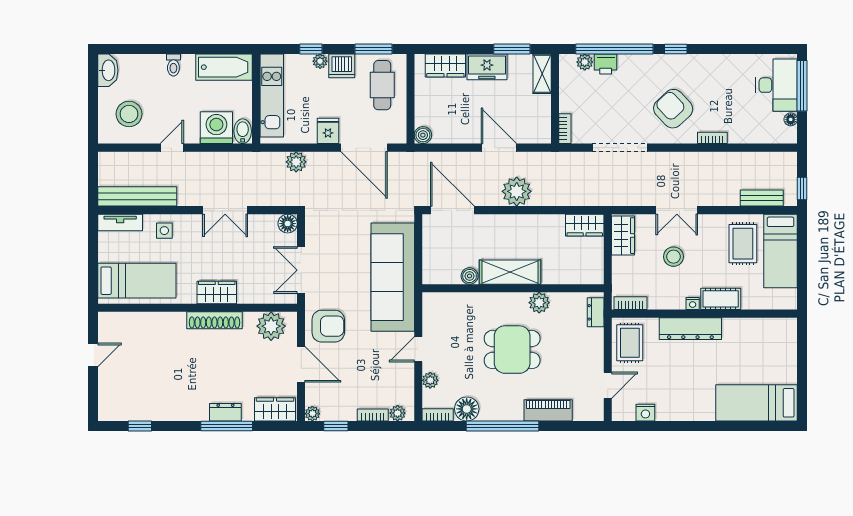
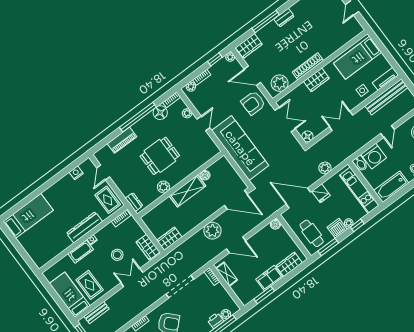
shelving: (542, 74) -> (227, 274), moved
dresser: (225, 412) -> (284, 18), moved

